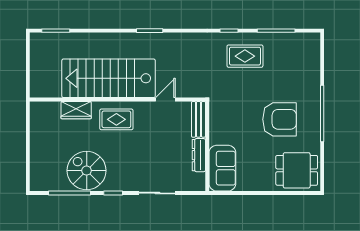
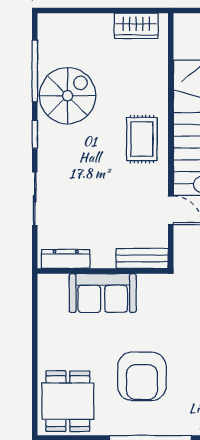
wardrobe: (76, 110) -> (136, 26), moved, turned -90
dresser: (199, 155) -> (66, 259), moved
sofa: (222, 168) -> (103, 293), moved

